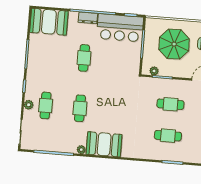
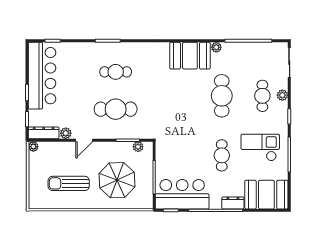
dresser: (88, 18) -> (233, 203), moved
checkout: (51, 62) -> (260, 147), added
cafe table: (170, 104) -> (116, 109), width x1.37, depth x1.35
cafe table: (80, 108) -> (222, 96), width x1.37, depth x1.35

